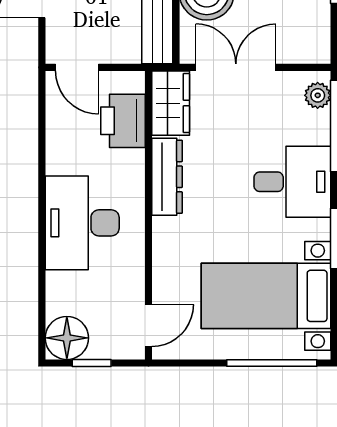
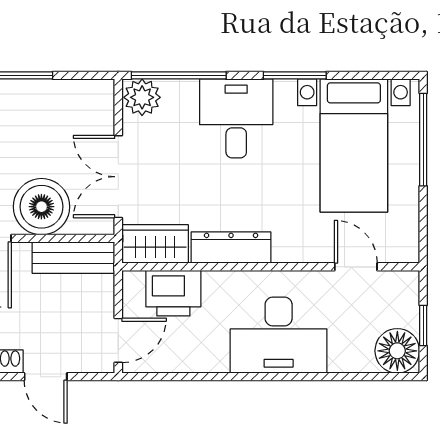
plant: (318, 95) -> (142, 97), width x1.38, depth x1.38
door: (148, 326) -> (356, 267), moved

